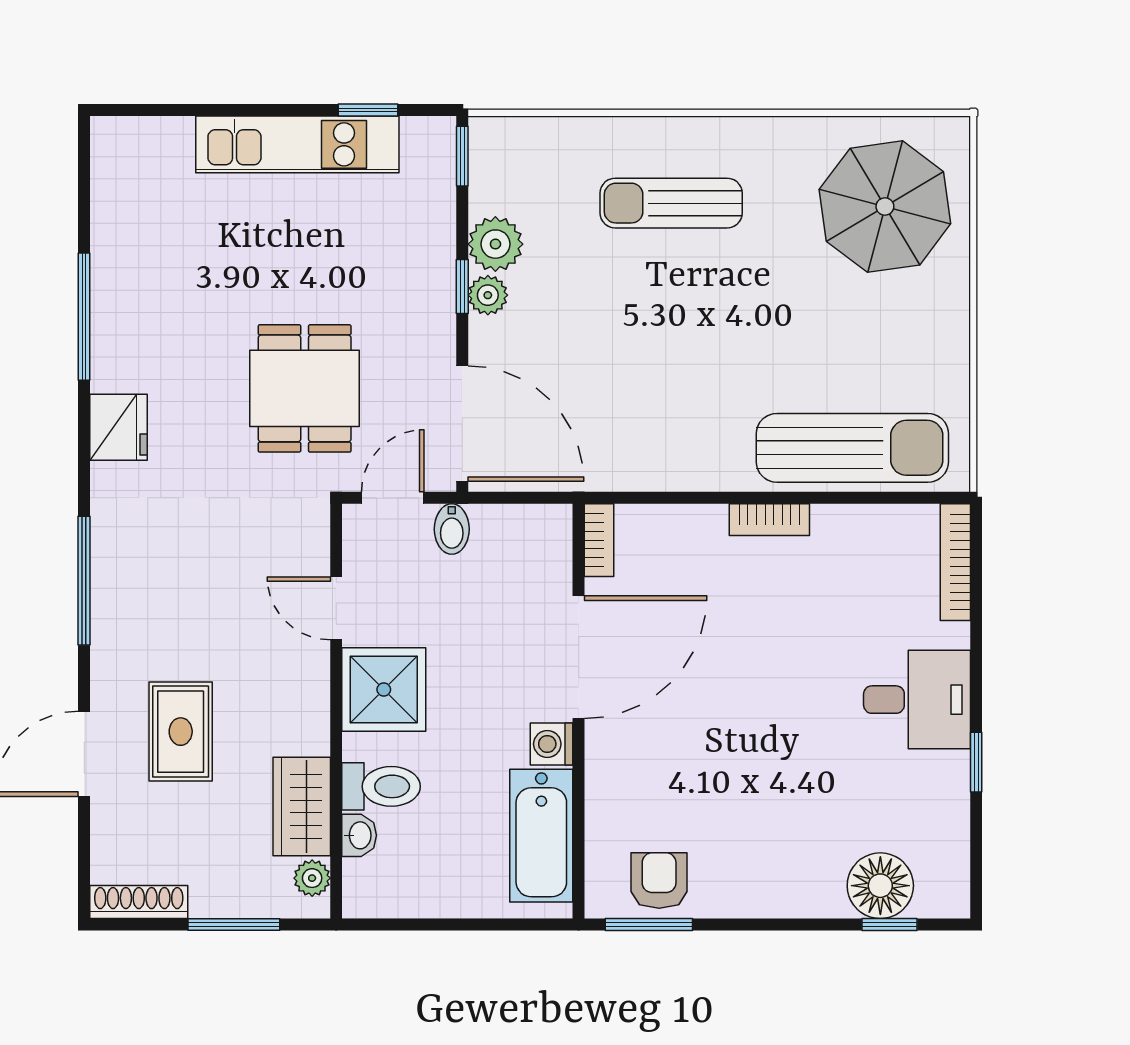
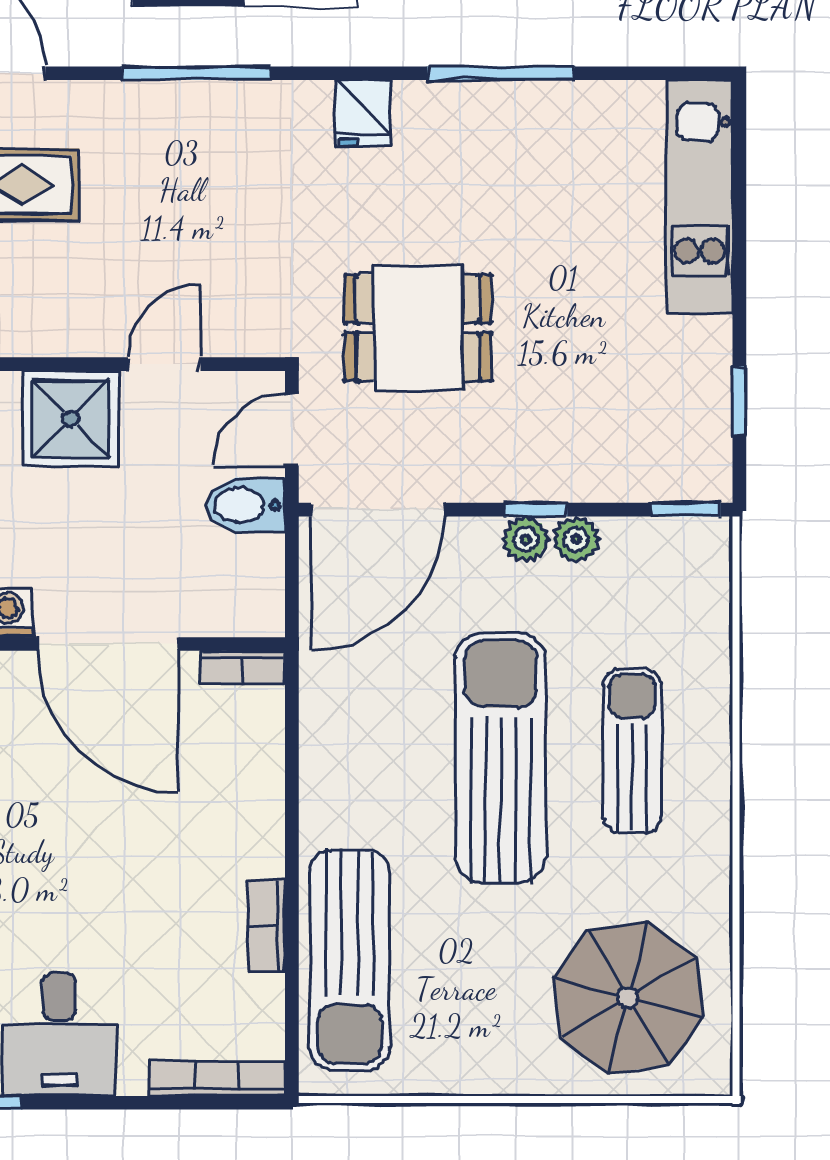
kitchen unit: (297, 144) -> (700, 197), moved
plant: (495, 244) -> (576, 539), width x0.73, depth x0.73
sun lounger: (677, 317) -> (500, 758), added
fridge: (118, 427) -> (363, 113), width x0.72
door: (393, 498) -> (292, 430), swing flipped
bookcase: (769, 520) -> (267, 925), moved
bidet: (452, 529) -> (245, 505), width x1.38, depth x1.36

